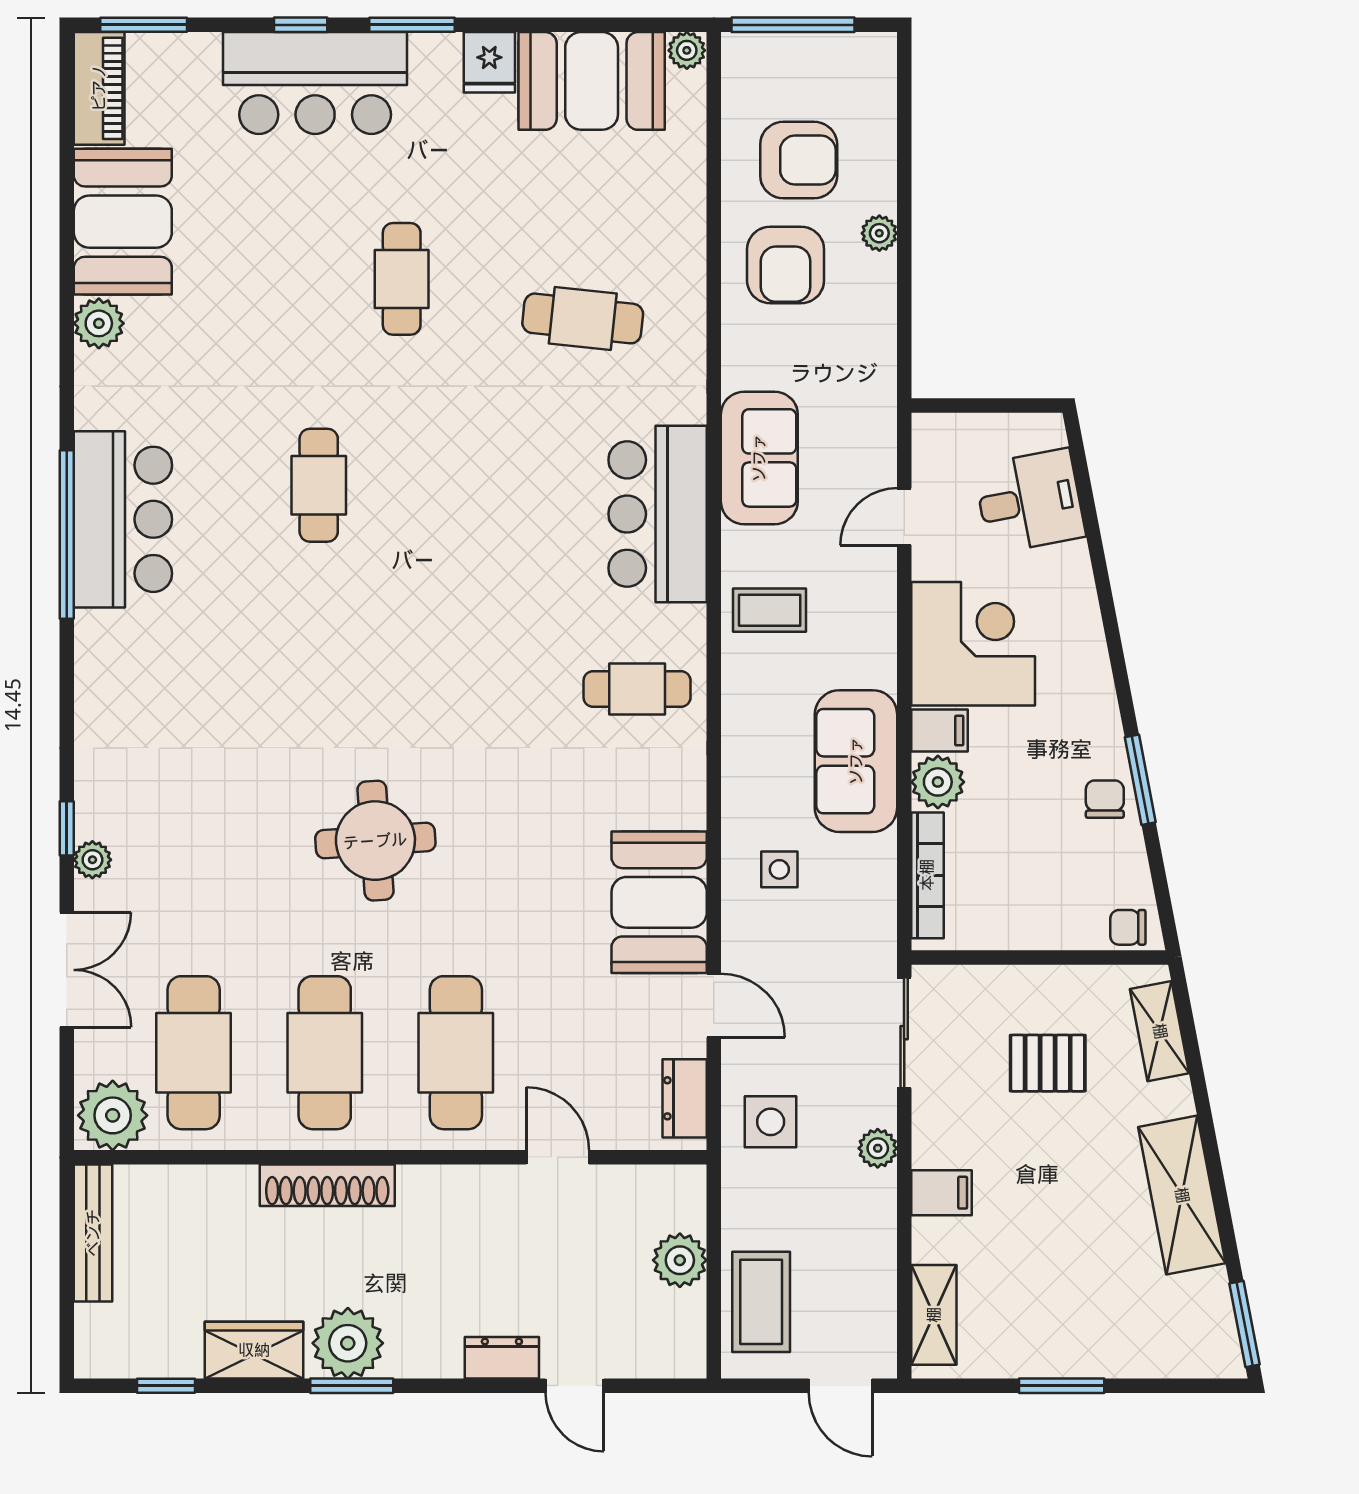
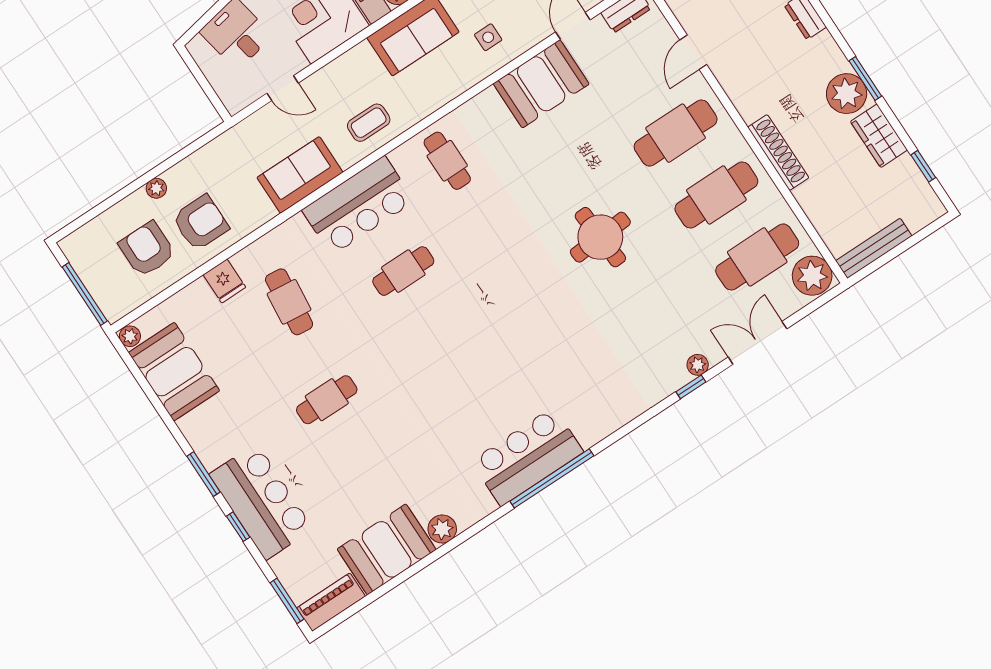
fridge: (489, 62) -> (224, 281), moved, turned 90
cafe table: (319, 485) -> (403, 271), moved
coffee table: (770, 610) -> (369, 123), turned 90

